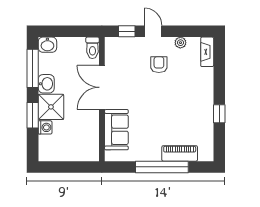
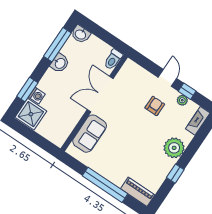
window: (127, 31) -> (187, 91), moved
plant: (202, 91) -> (174, 148), added
shower: (51, 107) -> (31, 114), moved
window: (33, 115) -> (27, 89), moved
piano: (180, 153) -> (138, 192), moved

